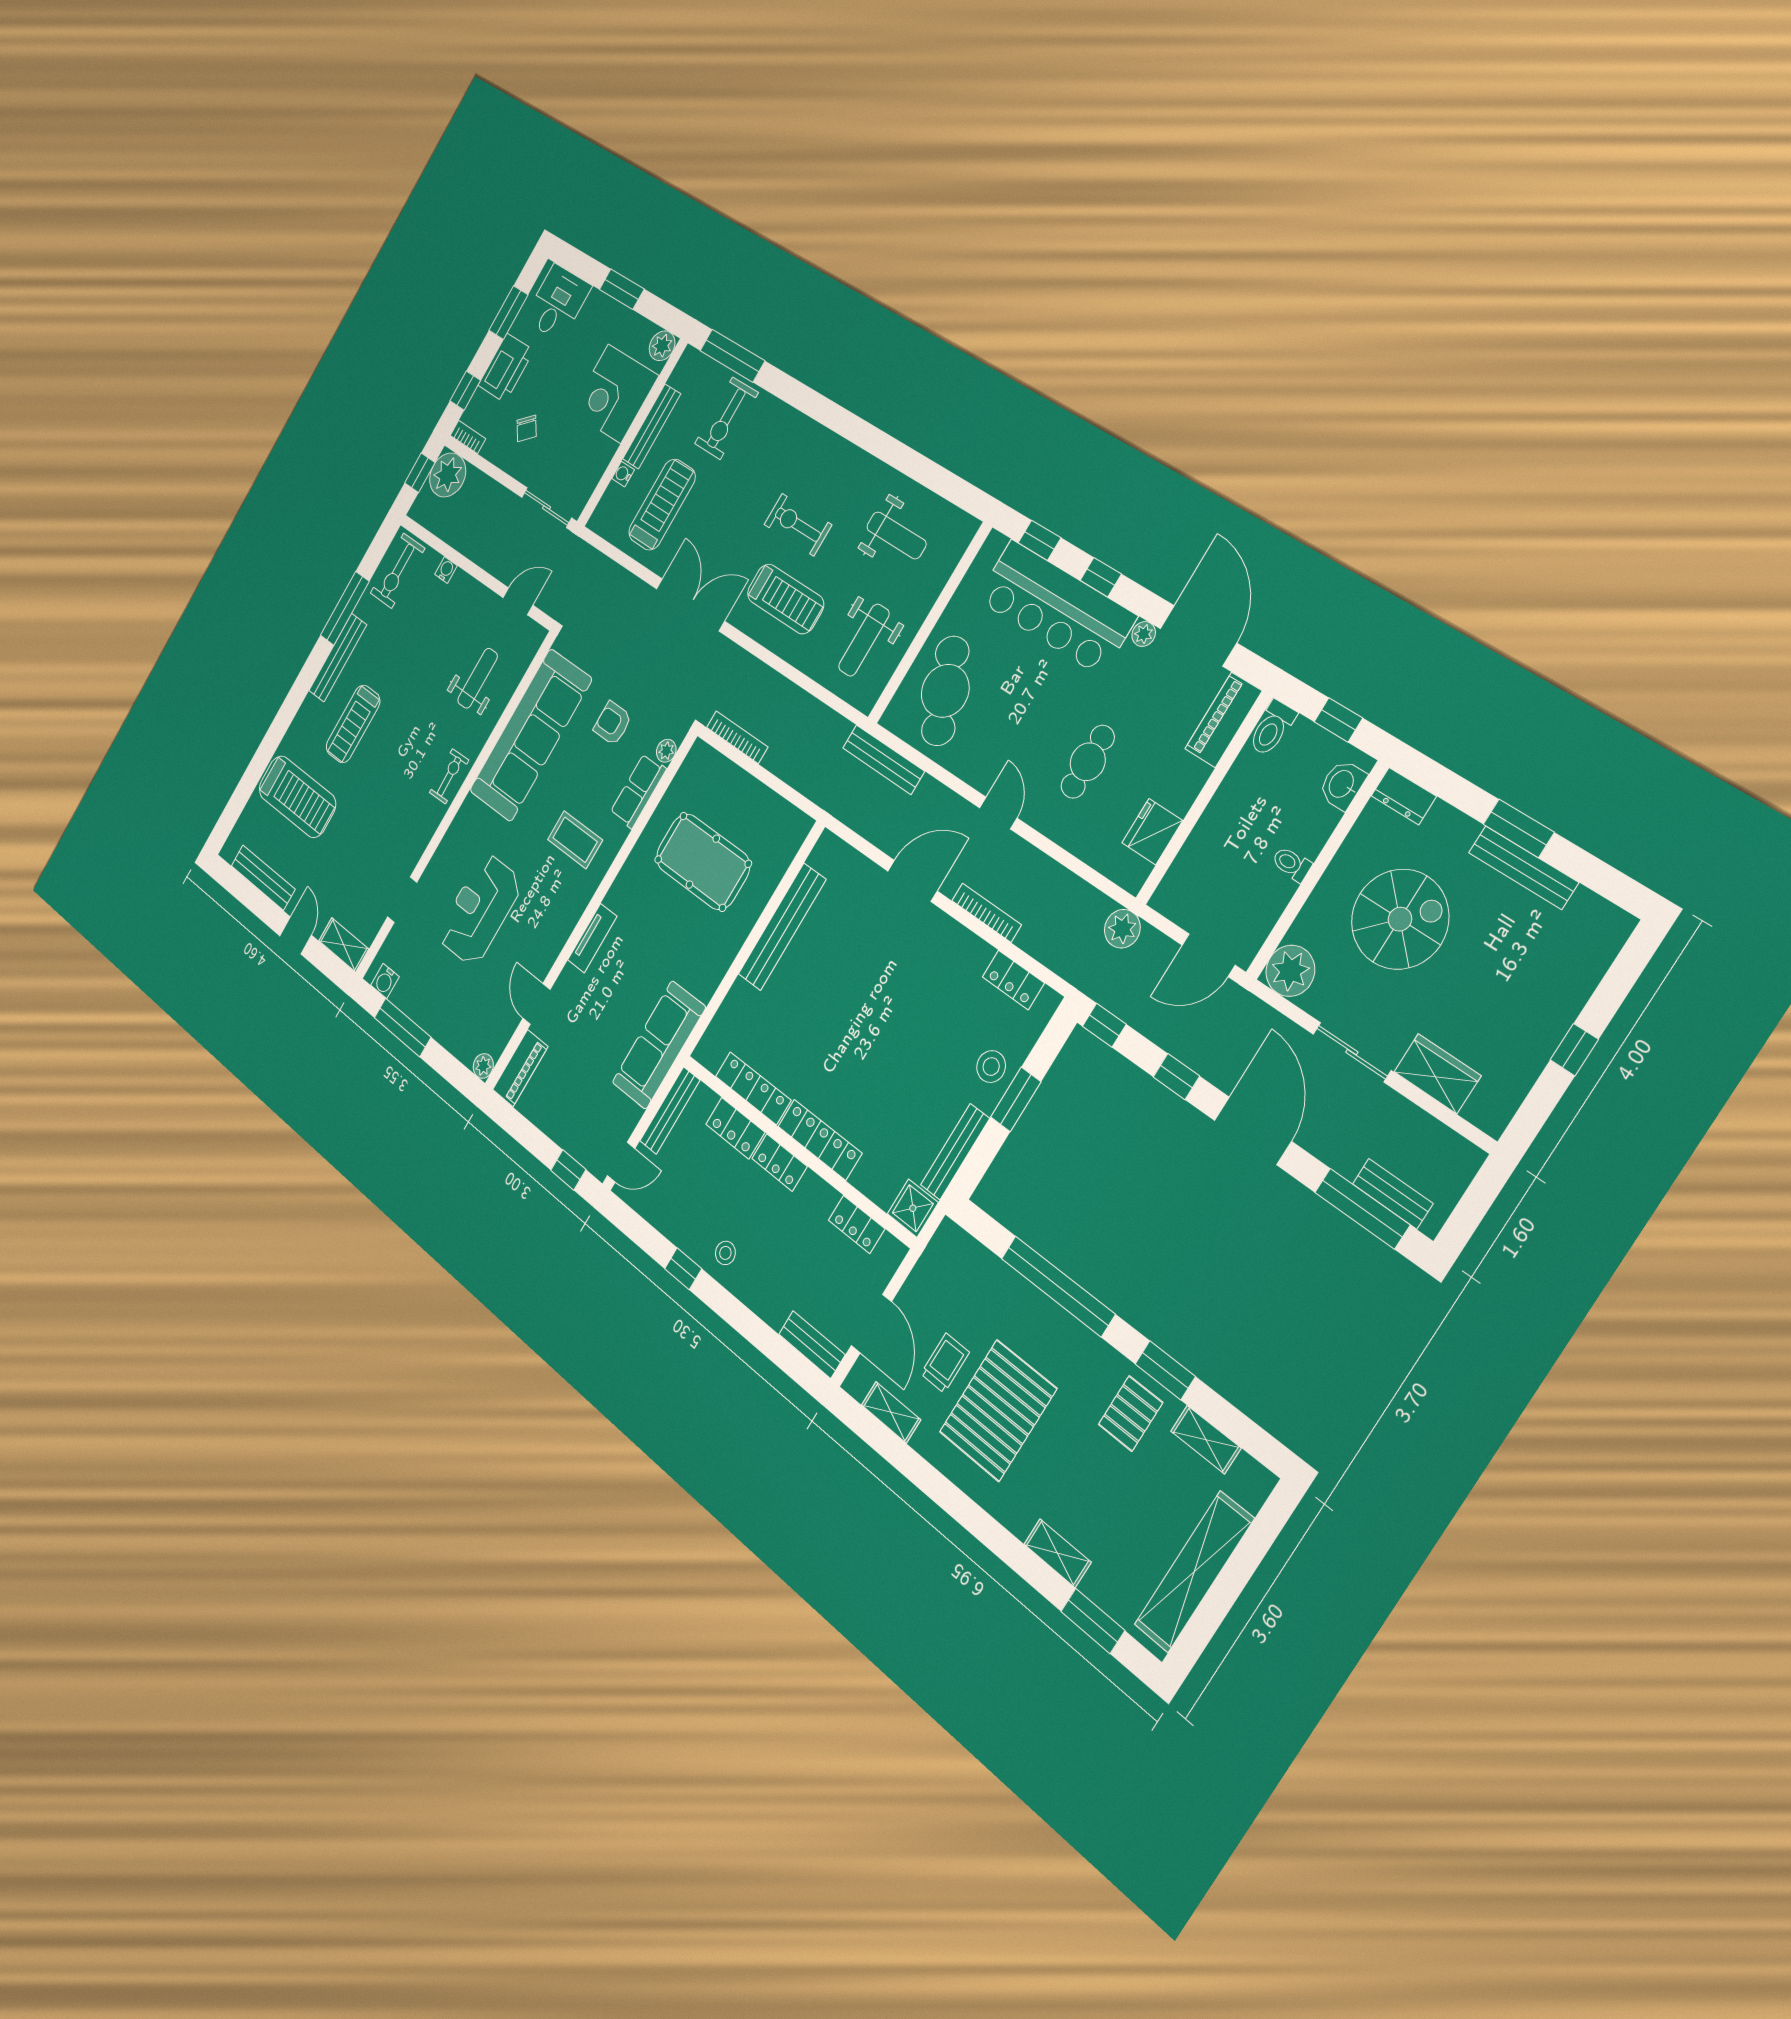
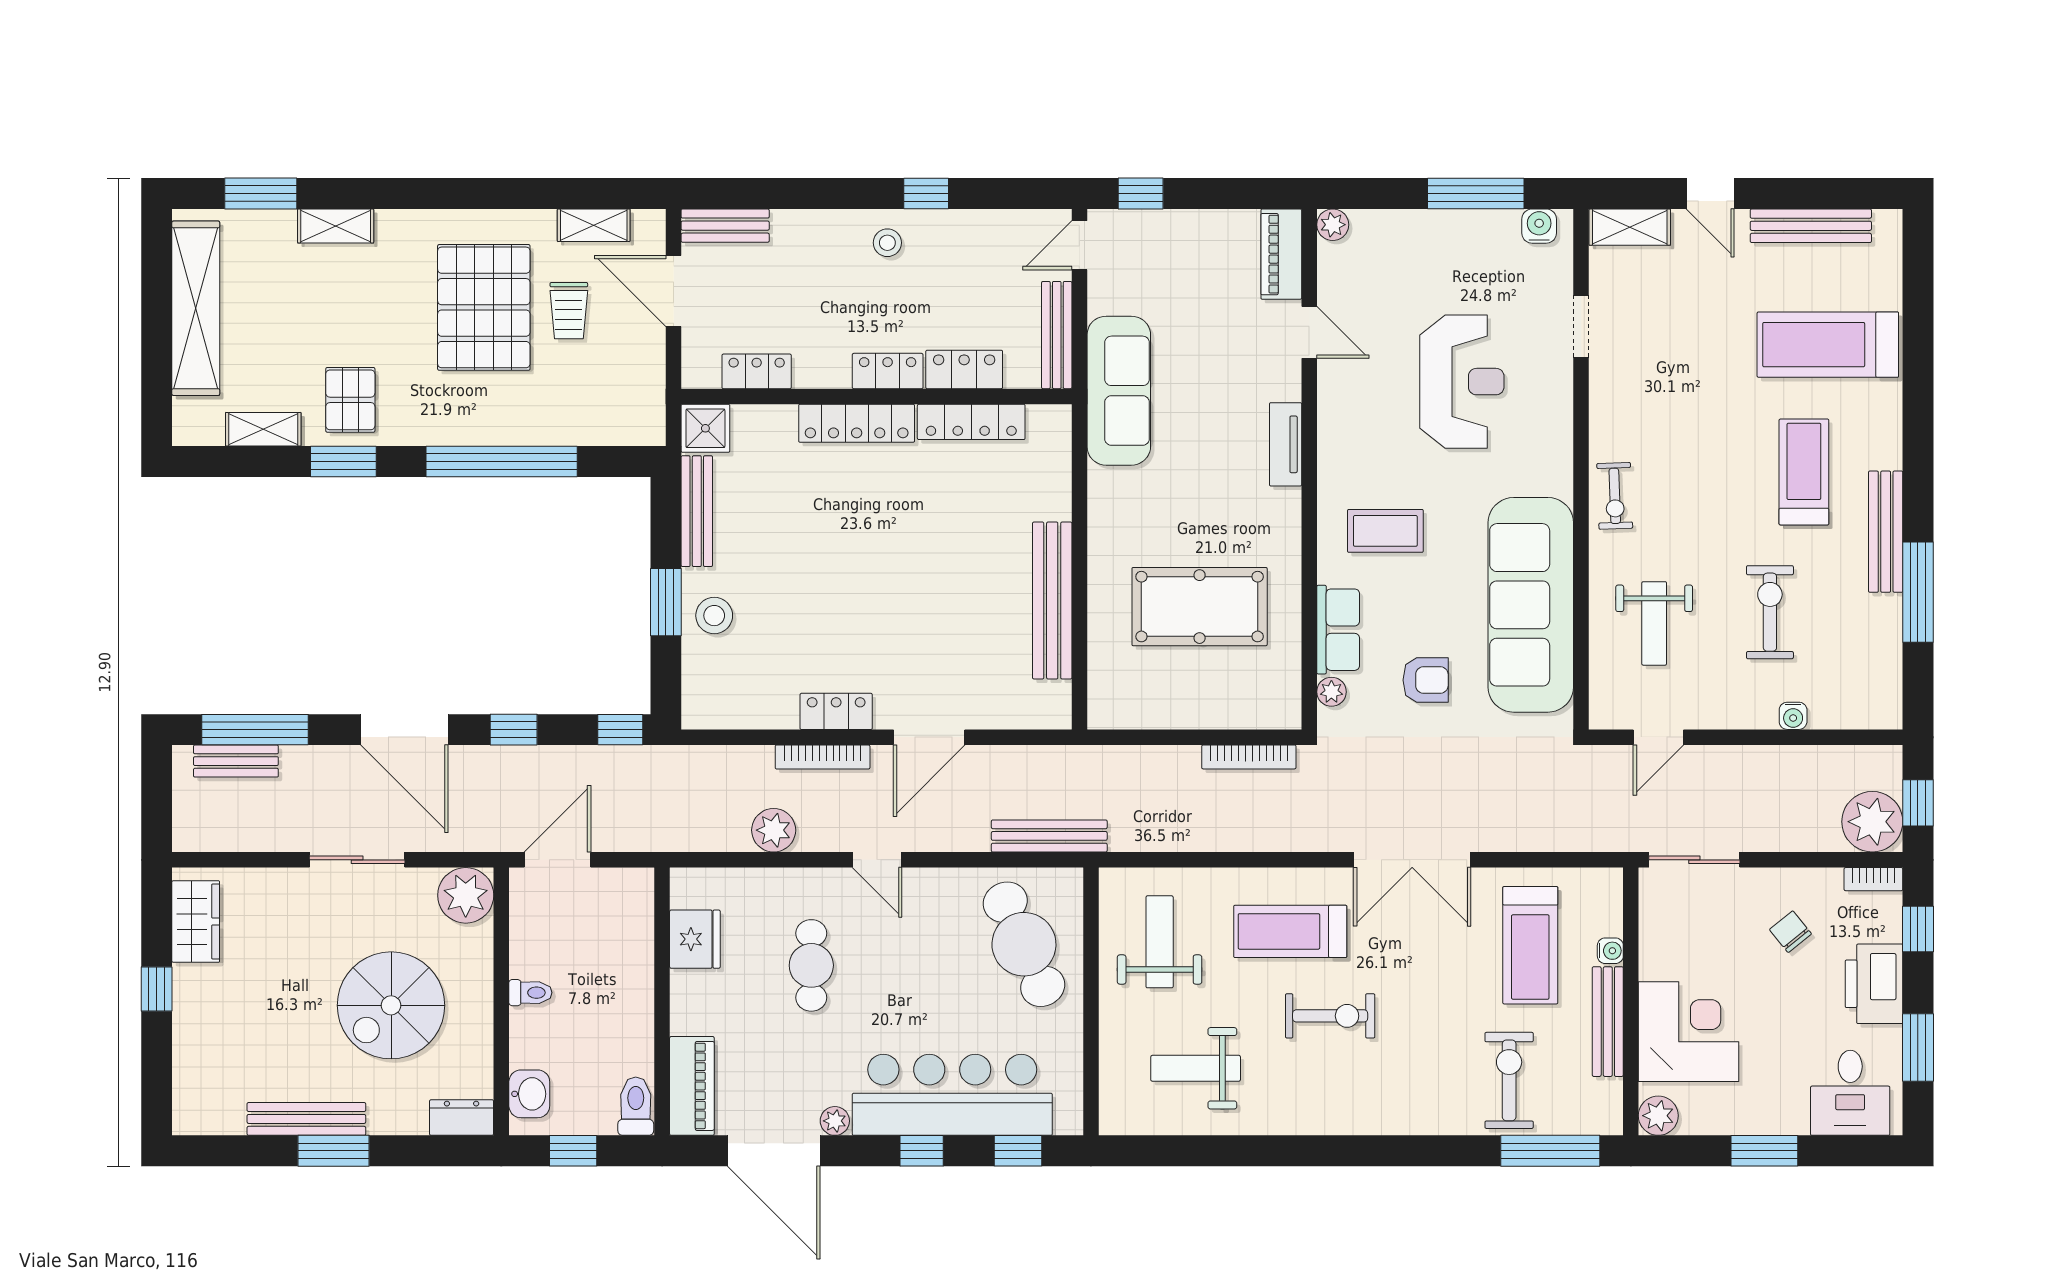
exercise bike: (398, 571) -> (1770, 612), moved
plant: (1122, 929) -> (774, 830), moved
locker: (1013, 980) -> (836, 711), moved
wardrobe: (1437, 1074) -> (196, 921), moved, turned -90

